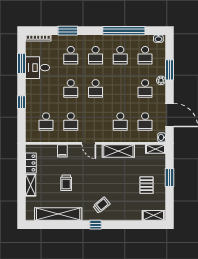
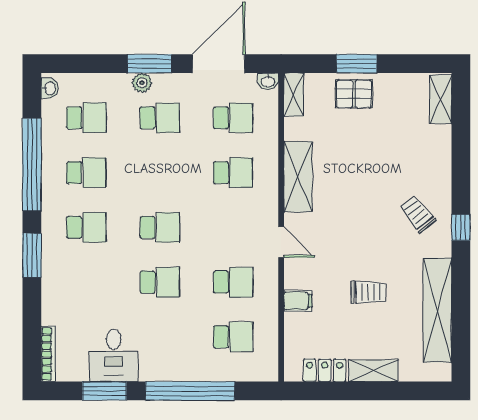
window: (68, 31) -> (32, 255), moved
school desk: (71, 55) -> (86, 282), removed
window: (170, 70) -> (150, 64), moved
window: (22, 102) -> (190, 391), width x3.17
door: (89, 143) -> (281, 242), hinge flipped
pallet: (147, 185) -> (354, 94), moved

